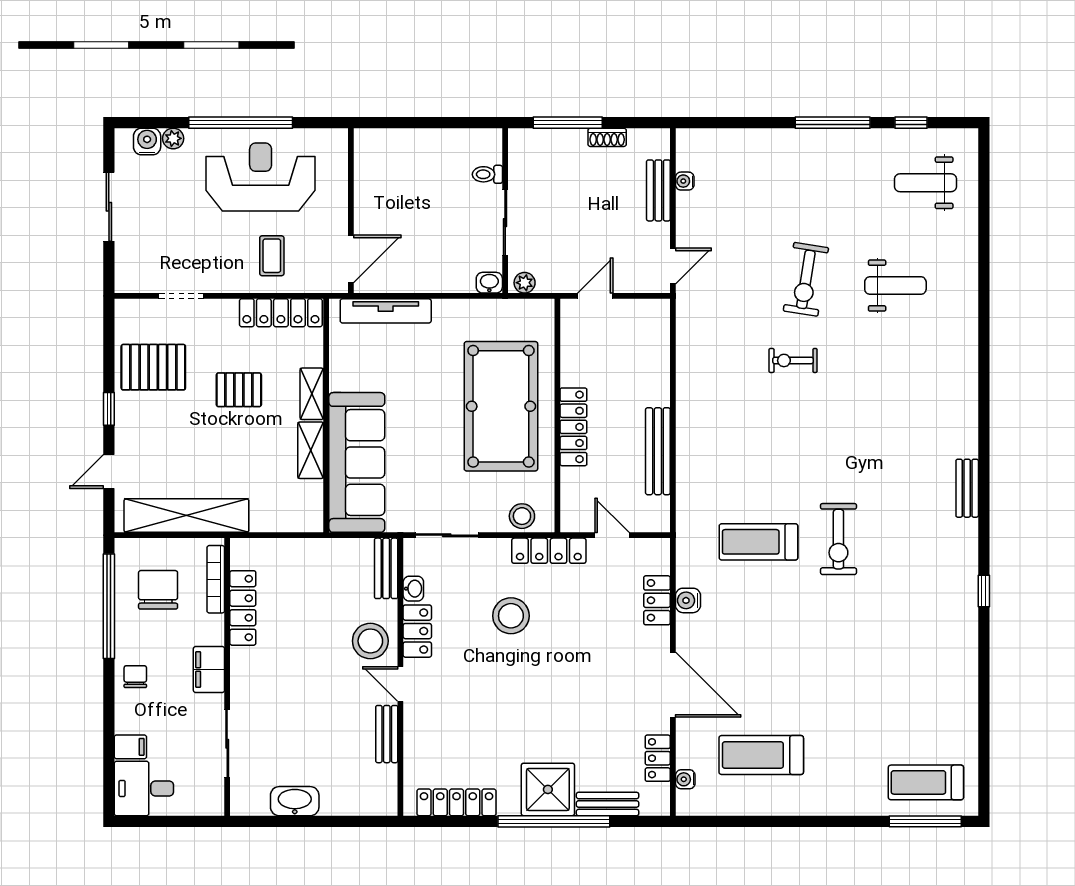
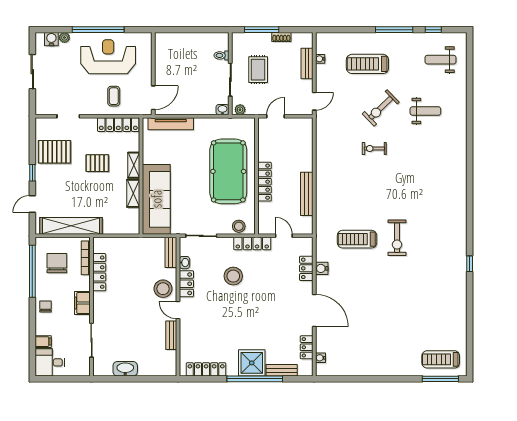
rug: (561, 203) -> (258, 70), added
exercise bike: (806, 279) -> (381, 108), turned 37
bench: (967, 488) -> (461, 212), removed
treadmill: (761, 755) -> (367, 64), moved

